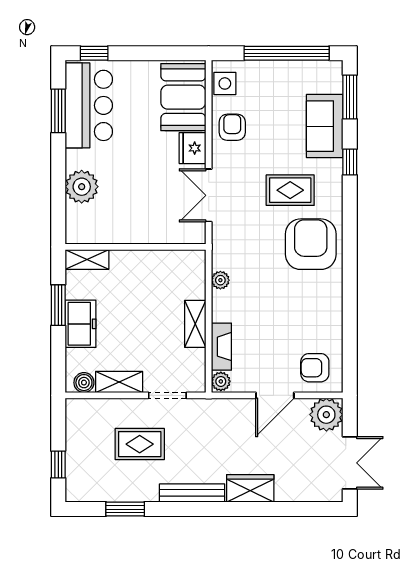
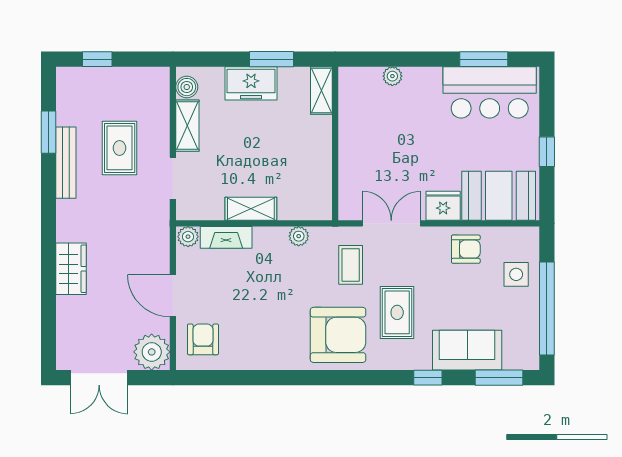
window: (94, 53) -> (547, 152), moved
side table: (225, 83) -> (516, 274), moved
plant: (82, 187) -> (392, 76), width x0.53, depth x0.53
coffee table: (247, 233) -> (351, 265), added
bench: (192, 493) -> (66, 163), moved

